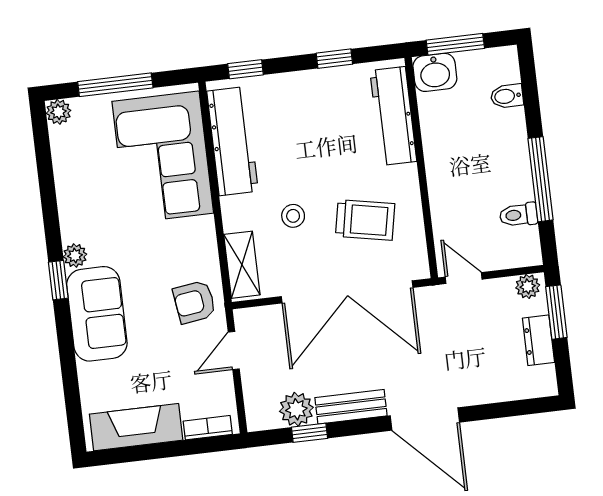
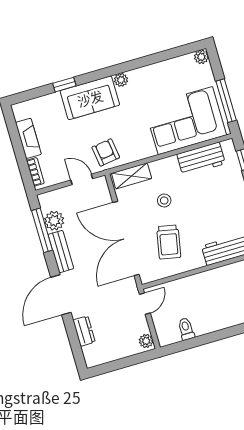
window: (115, 85) -> (226, 101), moved
workbench: (232, 141) -> (201, 159), width x0.73
window: (540, 179) -> (208, 338), removed
window: (58, 280) -> (64, 85), moved
window: (556, 312) -> (134, 360), removed
dresser: (538, 340) -> (84, 331), moved, turned 90
fireplace: (136, 427) -> (28, 138), width x0.73, depth x0.76
window: (310, 433) -> (42, 230), width x2.17

